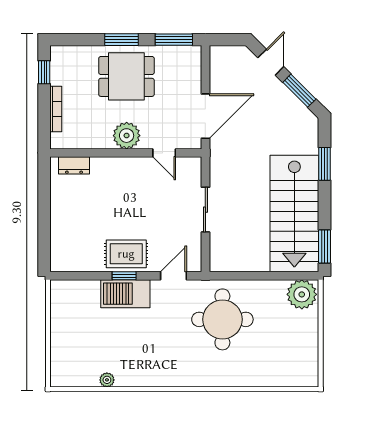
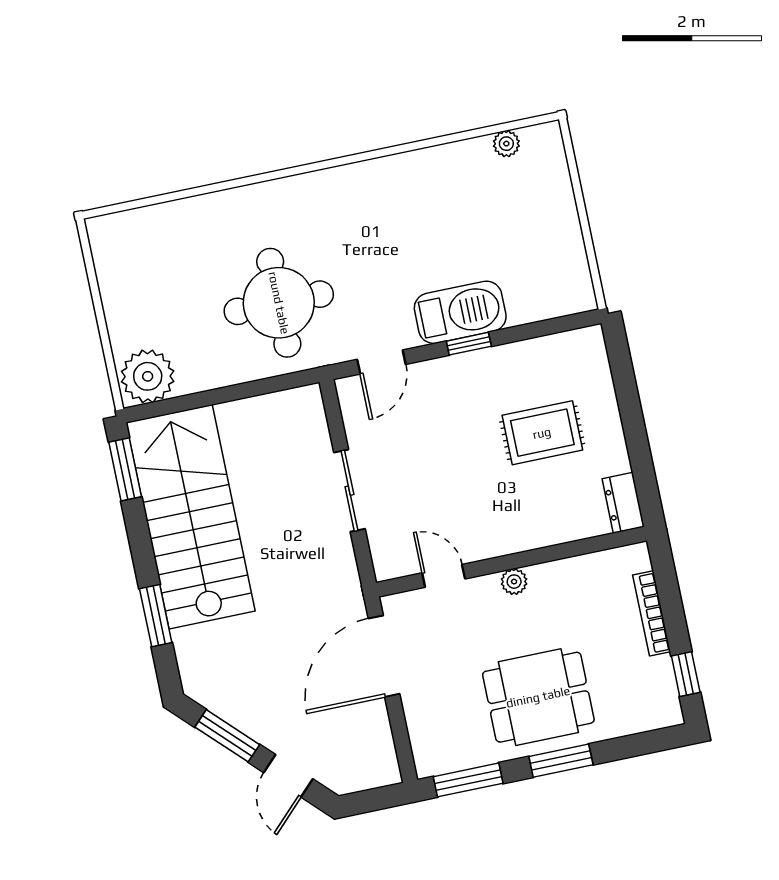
plant: (127, 136) -> (514, 582), width x0.53, depth x0.53
dresser: (74, 165) -> (623, 503), moved, turned -90
rug: (126, 254) -> (542, 433), moved
plant: (107, 380) -> (506, 144), moved

